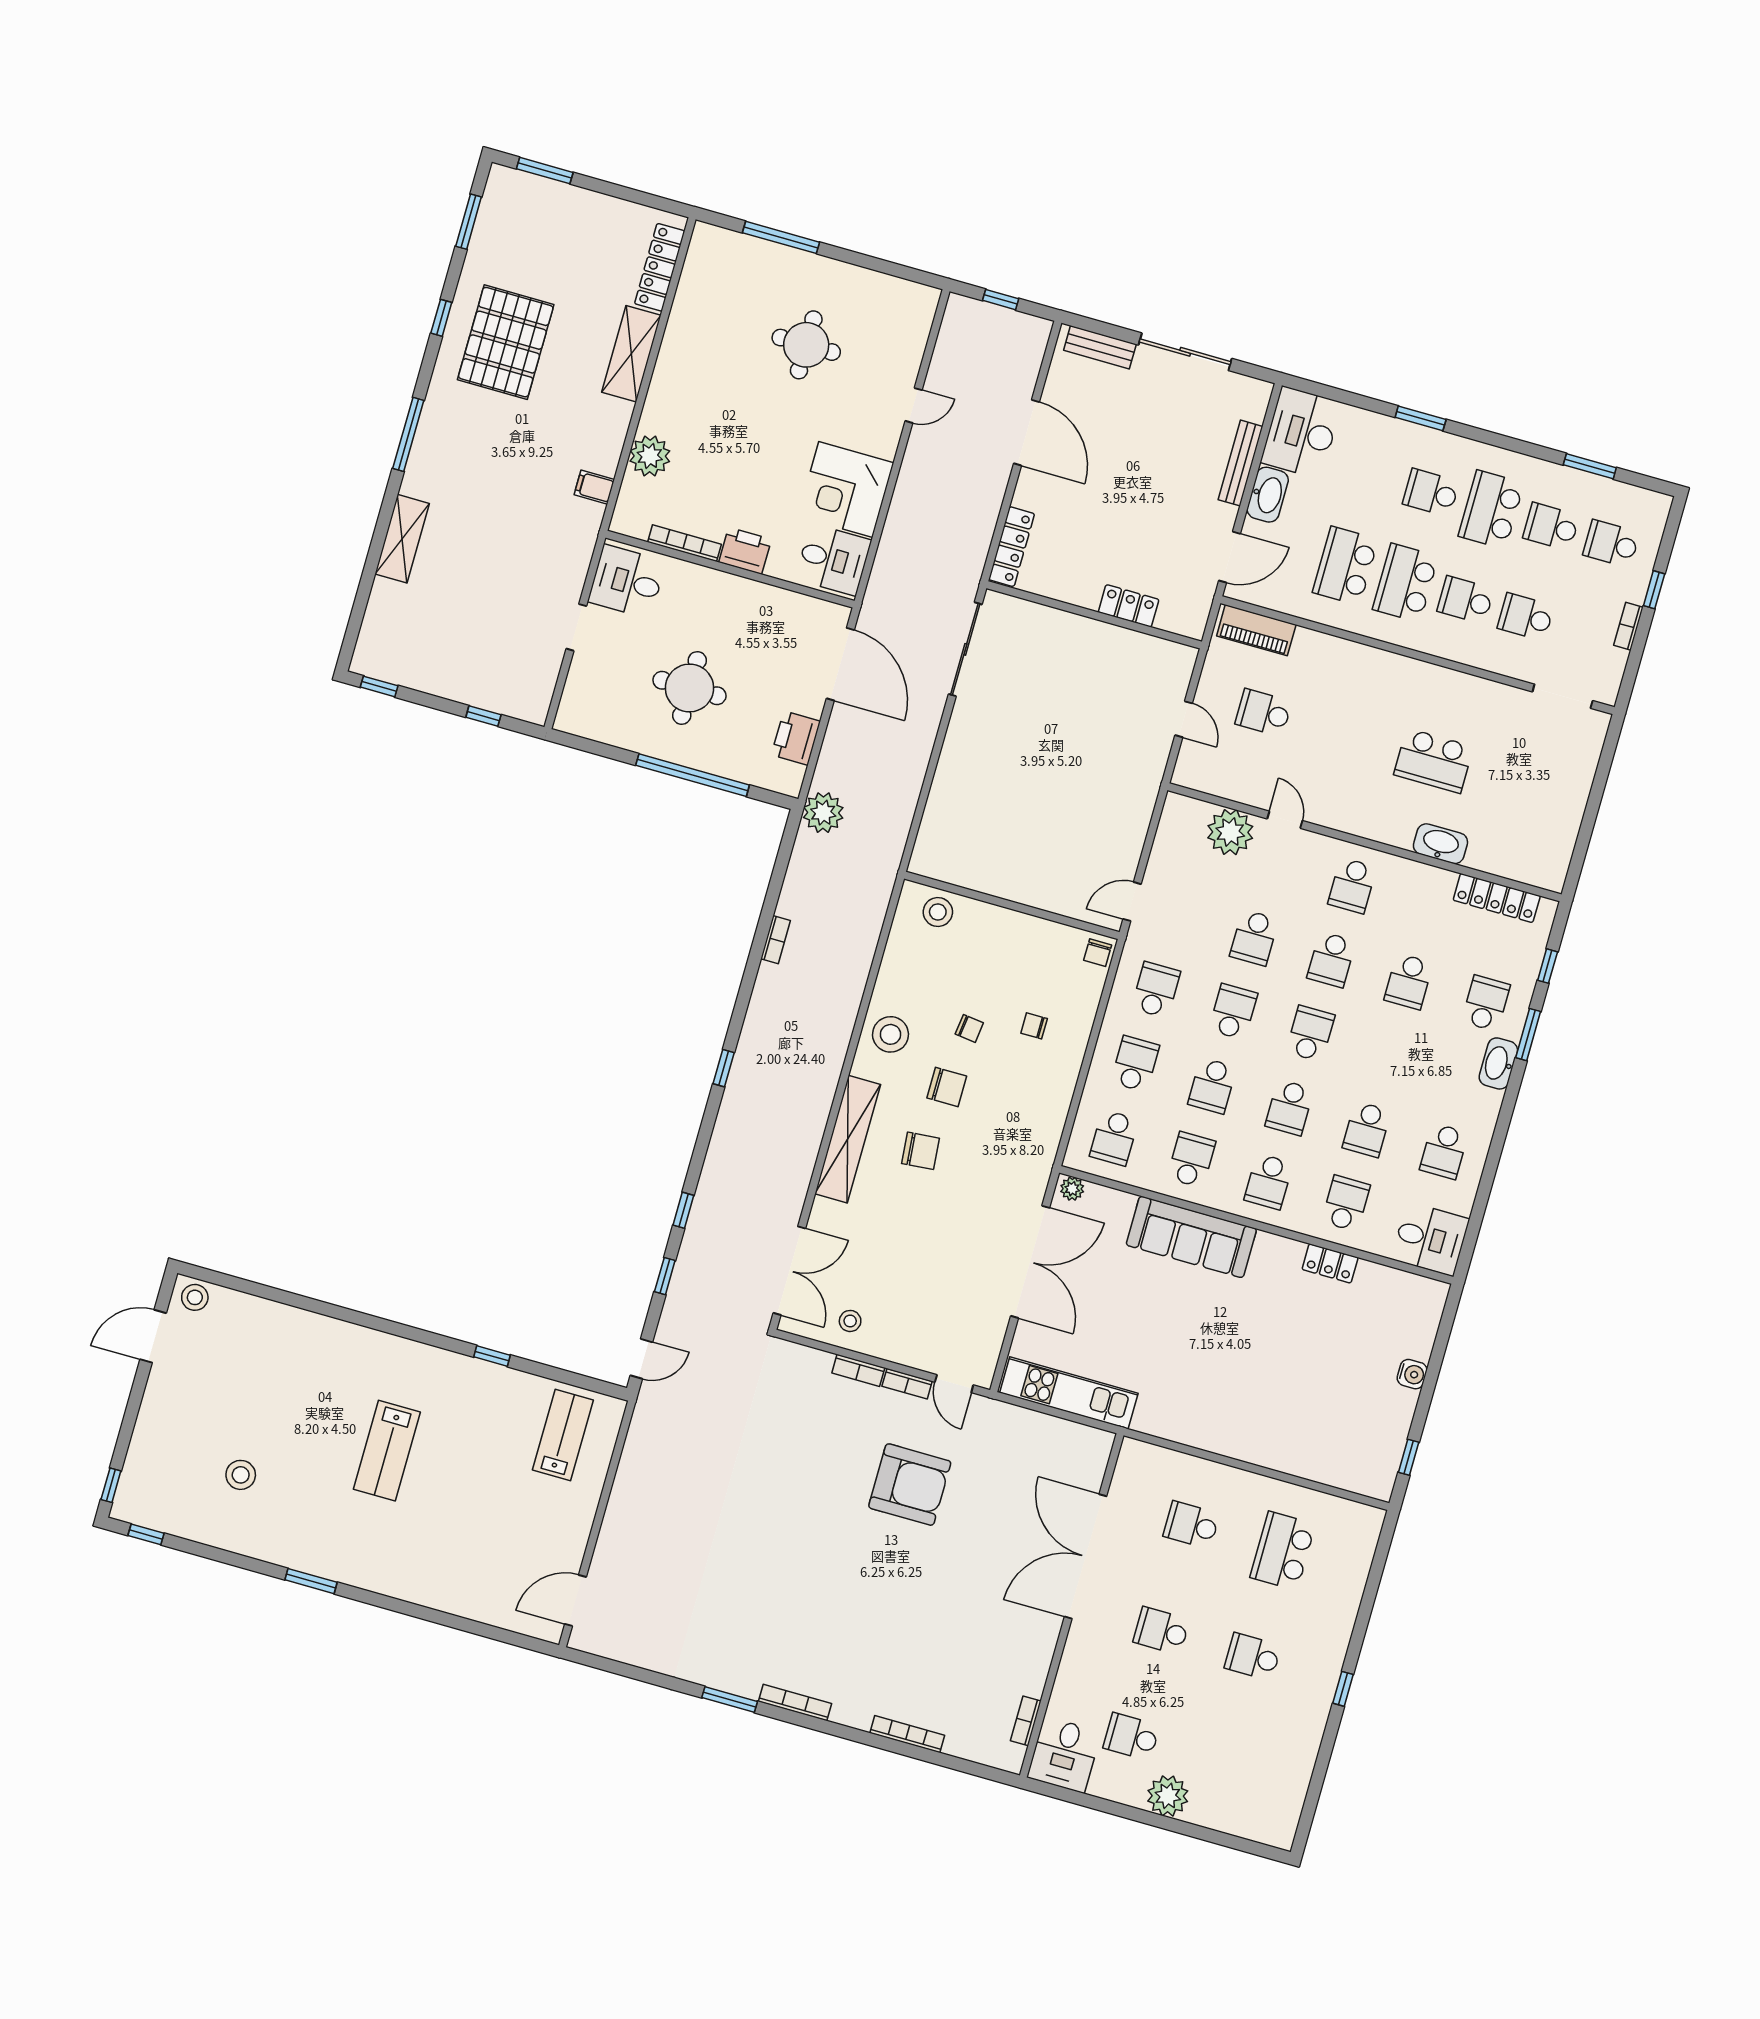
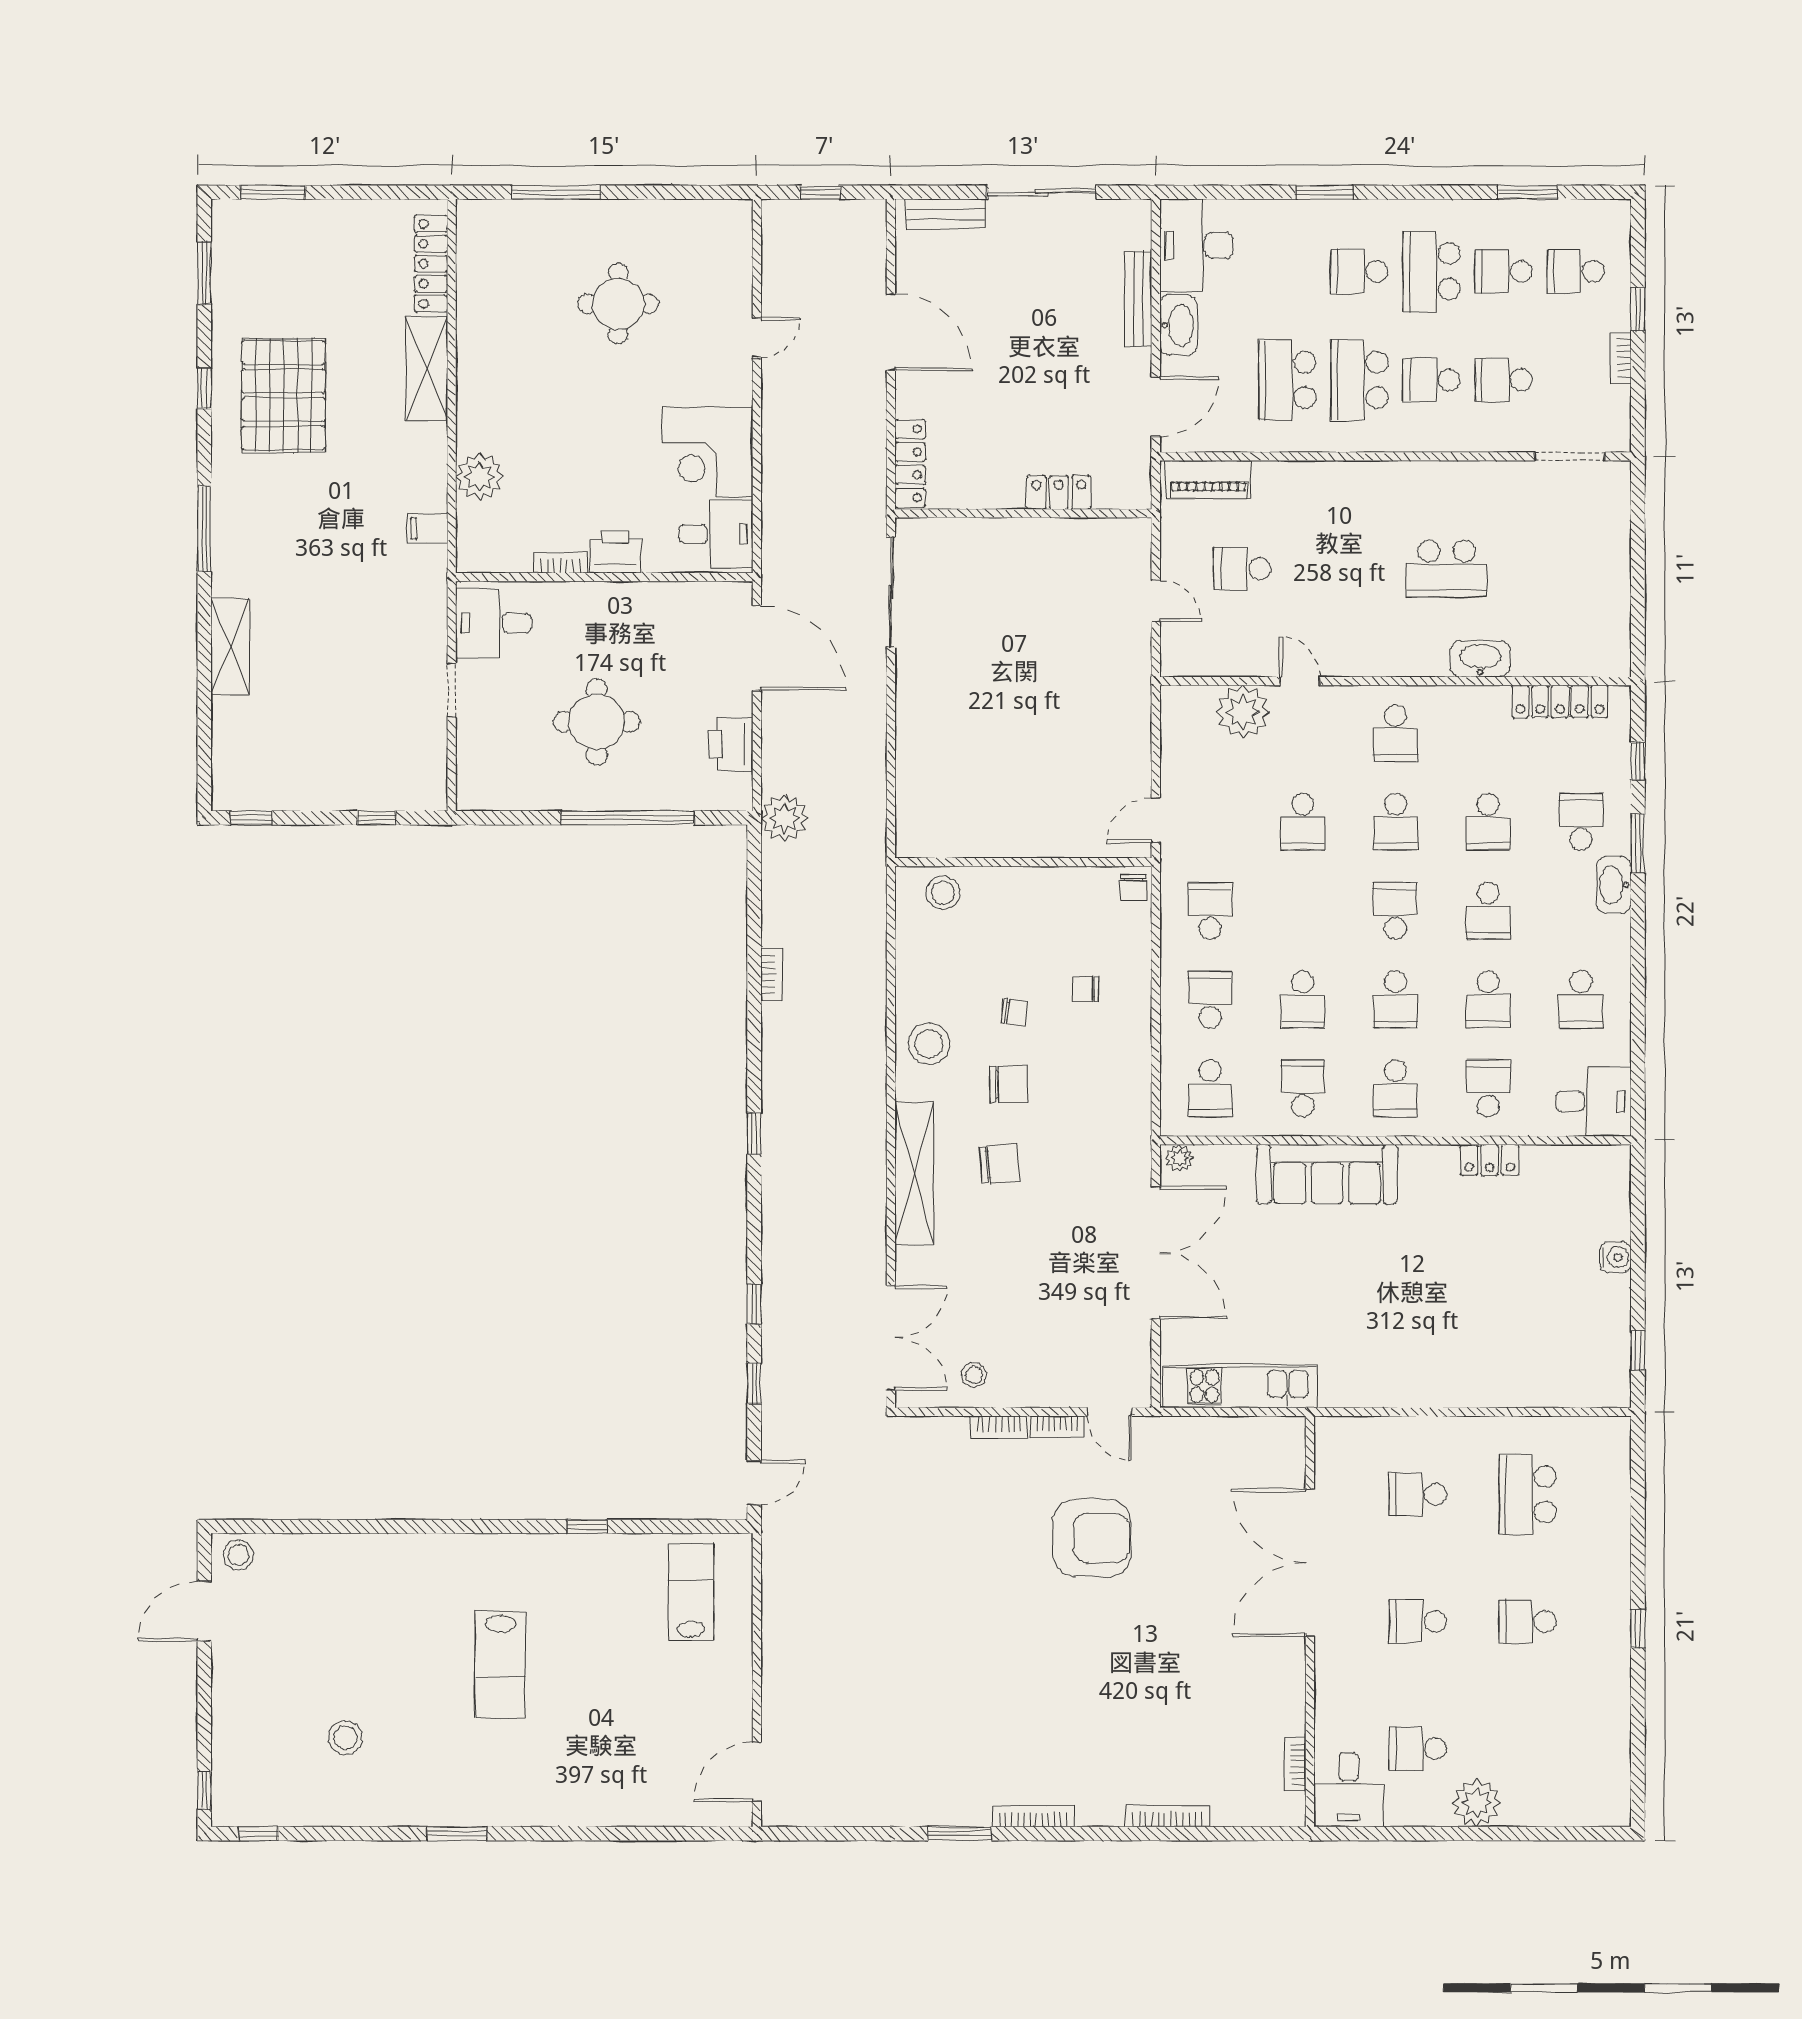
bookcase: (685, 543) -> (560, 563), width x0.64
school desk: (1233, 1012) -> (1488, 911), moved, turned 180

